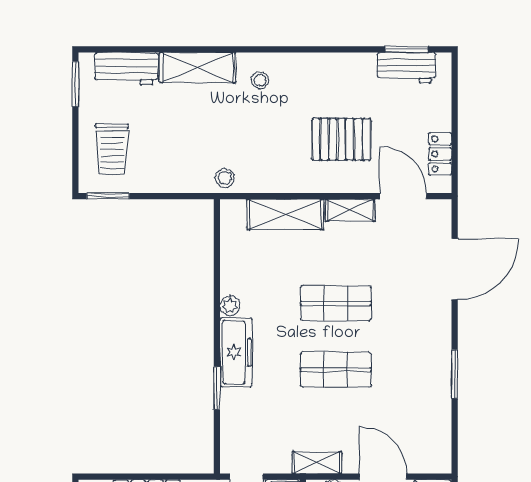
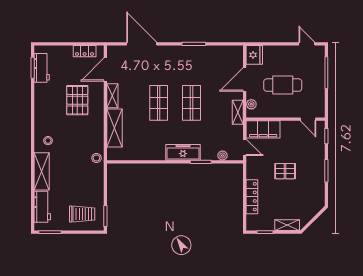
plant: (230, 306) -> (222, 155), moved

